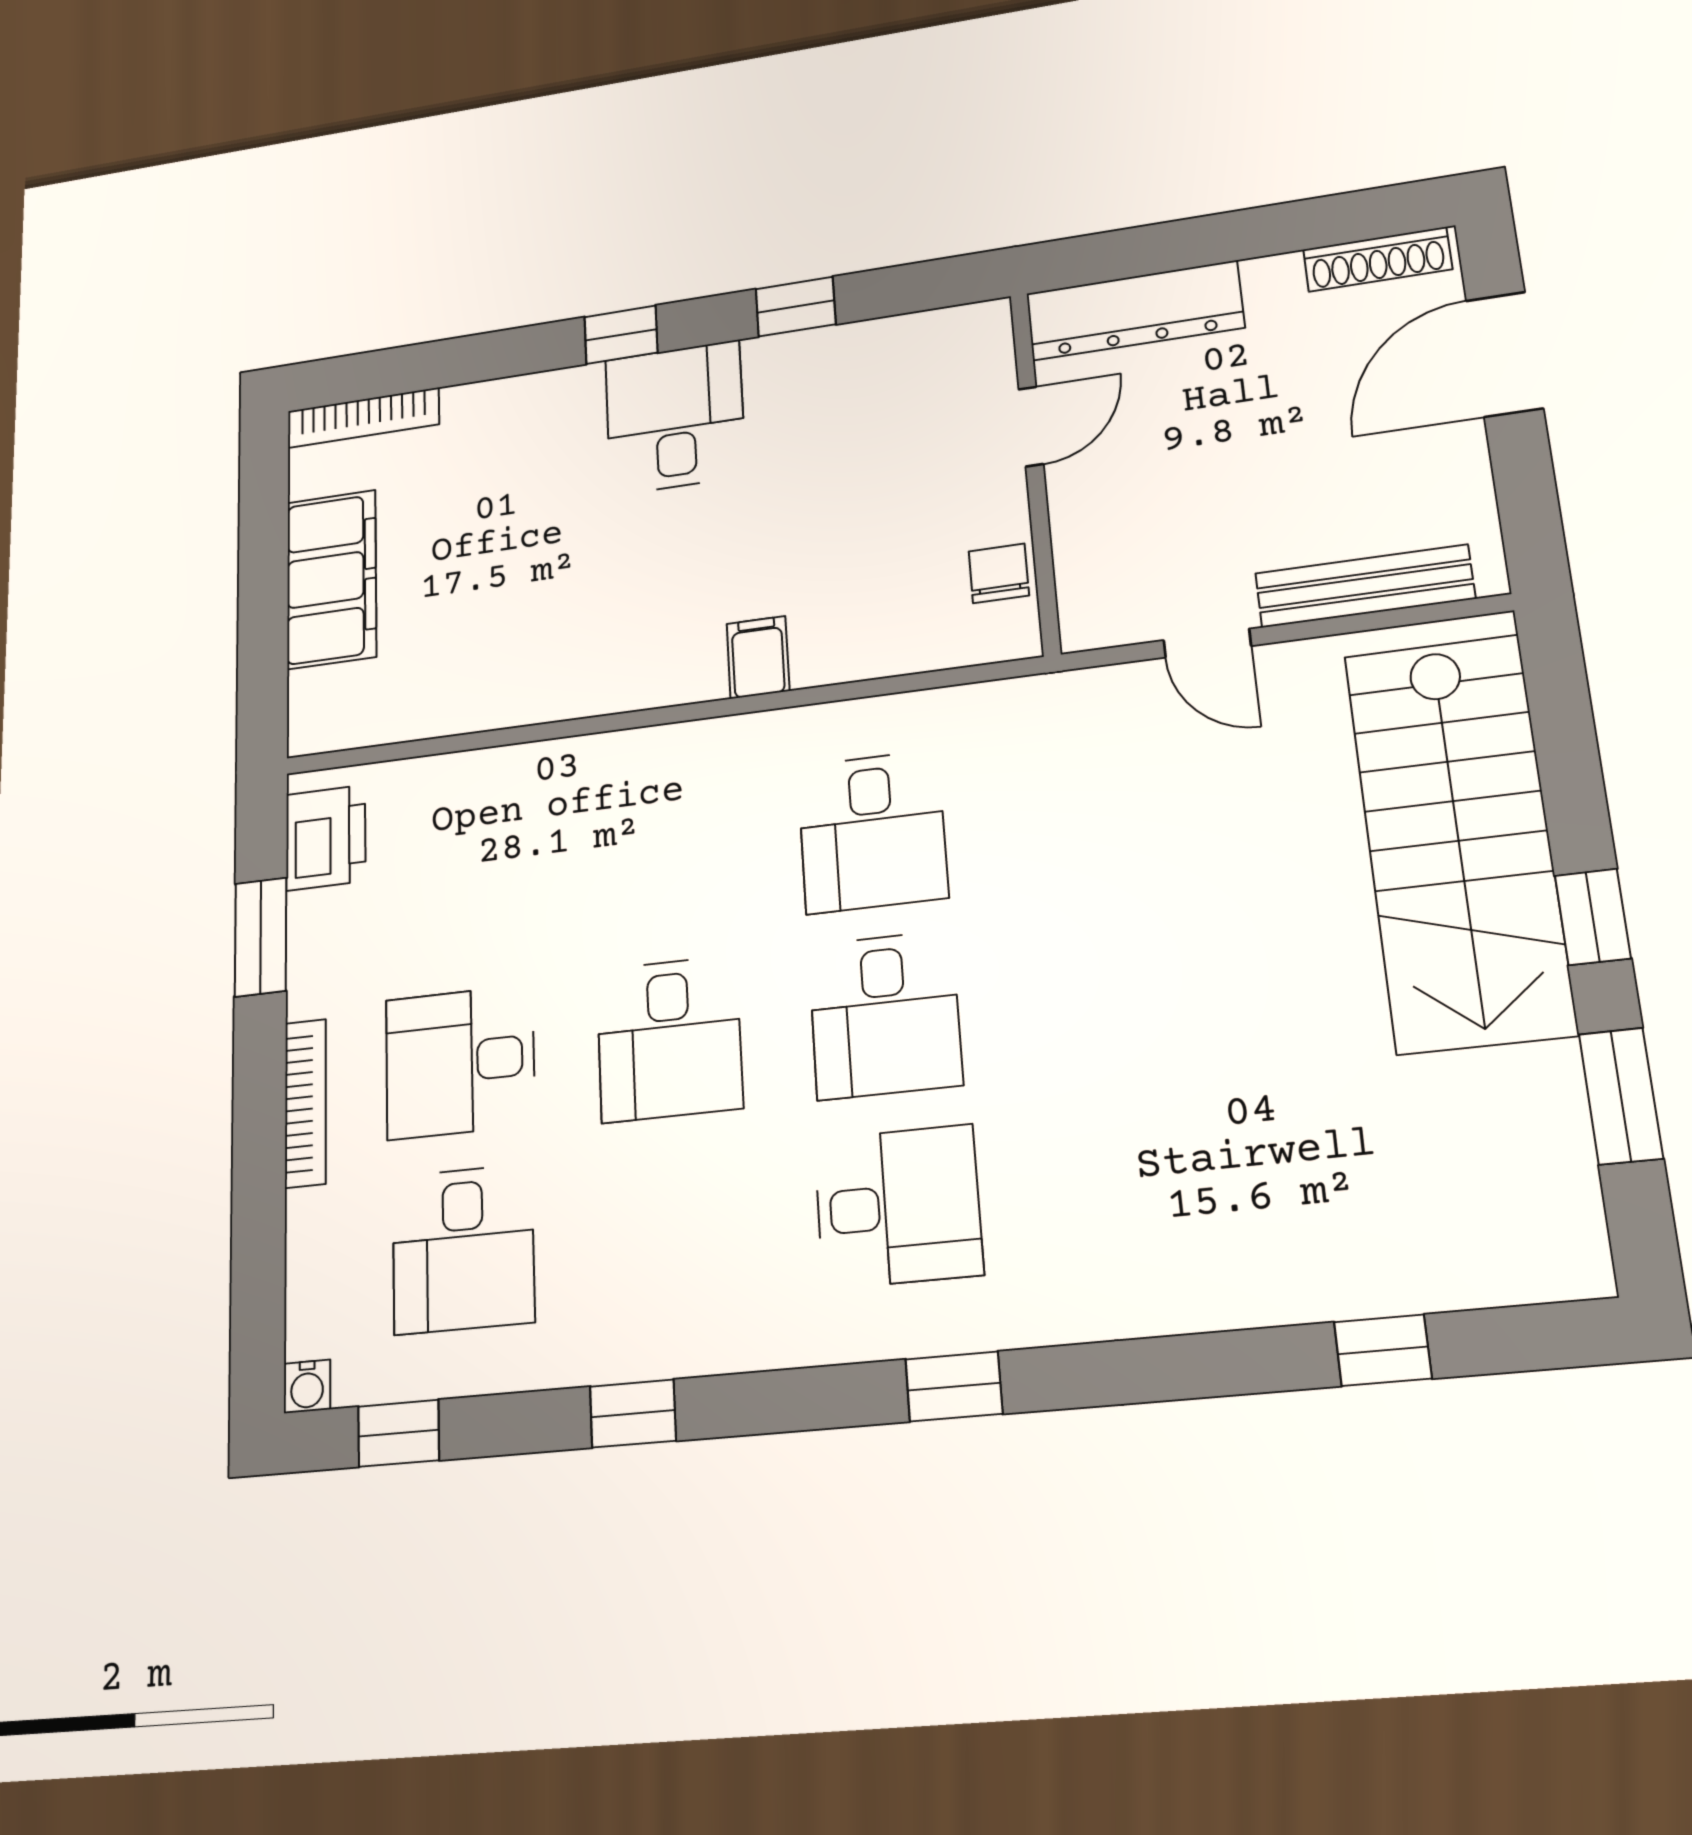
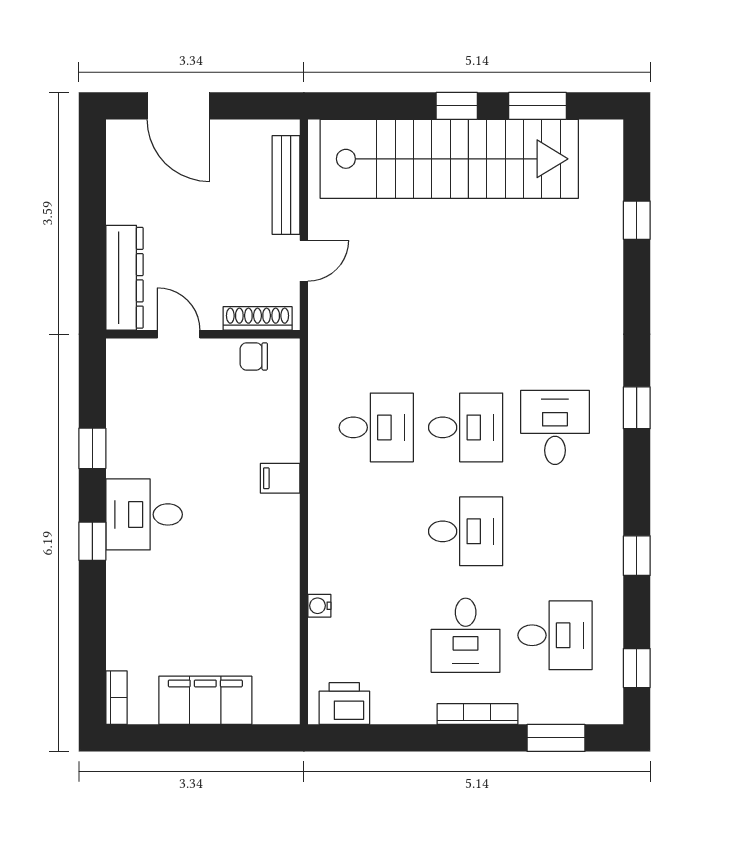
shoe rack: (1377, 259) -> (258, 318), moved, turned -90
bookcase: (363, 418) -> (116, 698), width x0.64
stairs: (1458, 841) -> (449, 159), width x1.36
window: (261, 937) -> (556, 738), moved
water cooler: (307, 1386) -> (319, 606), moved, turned 180

